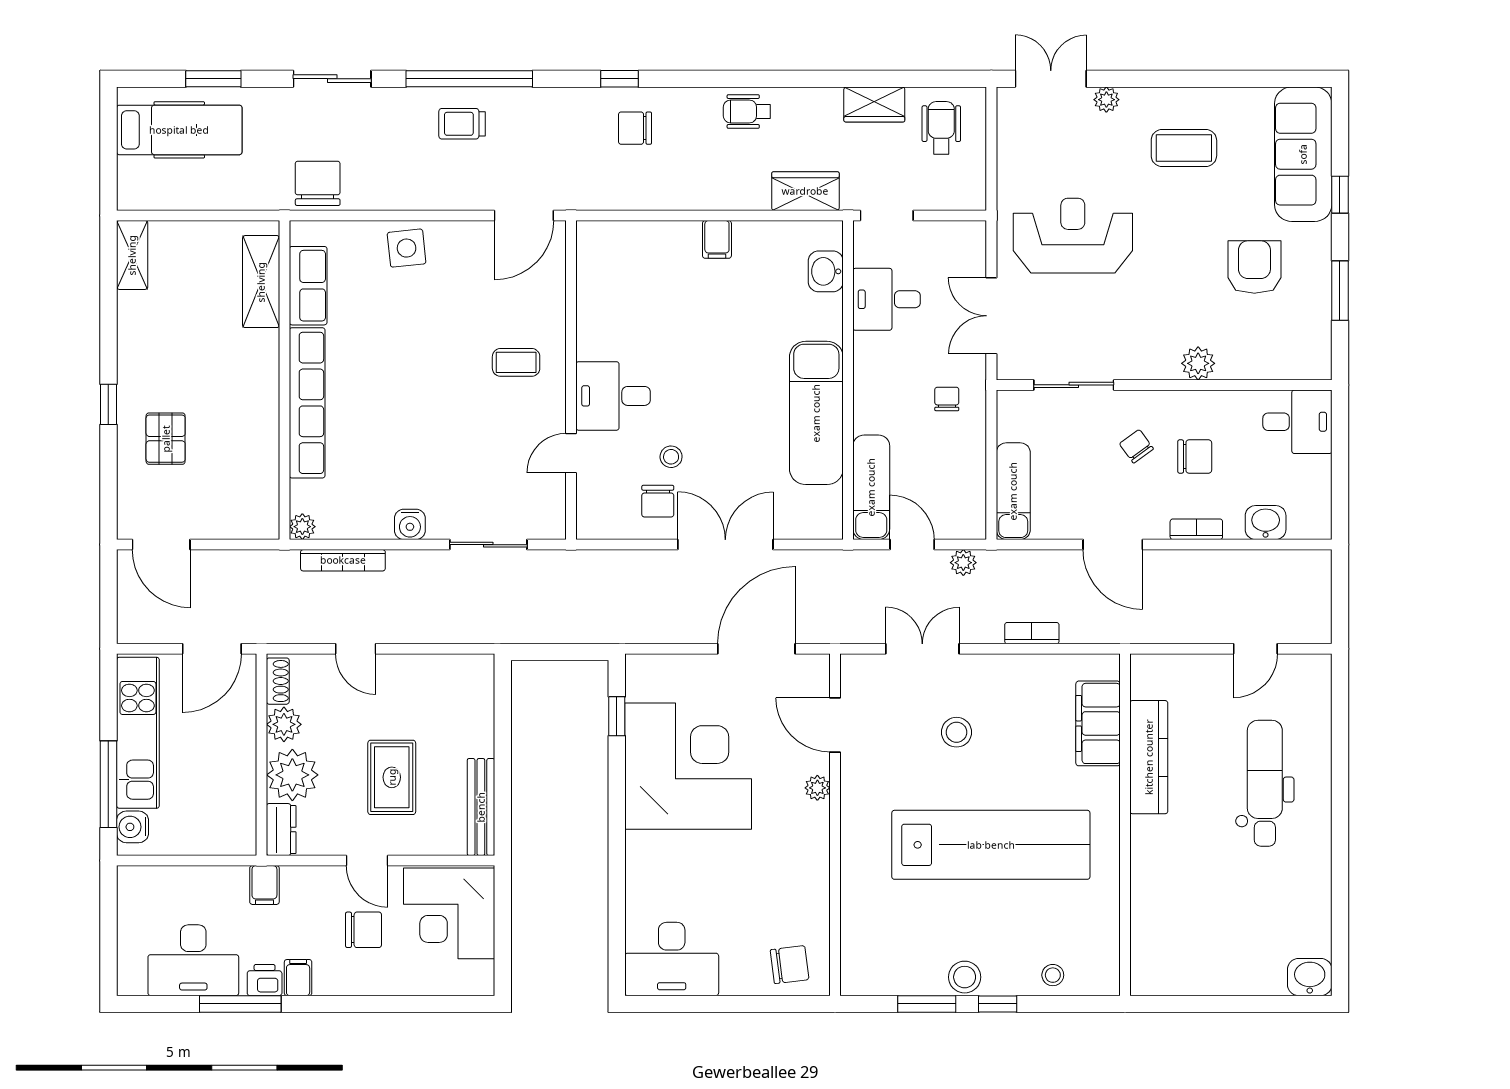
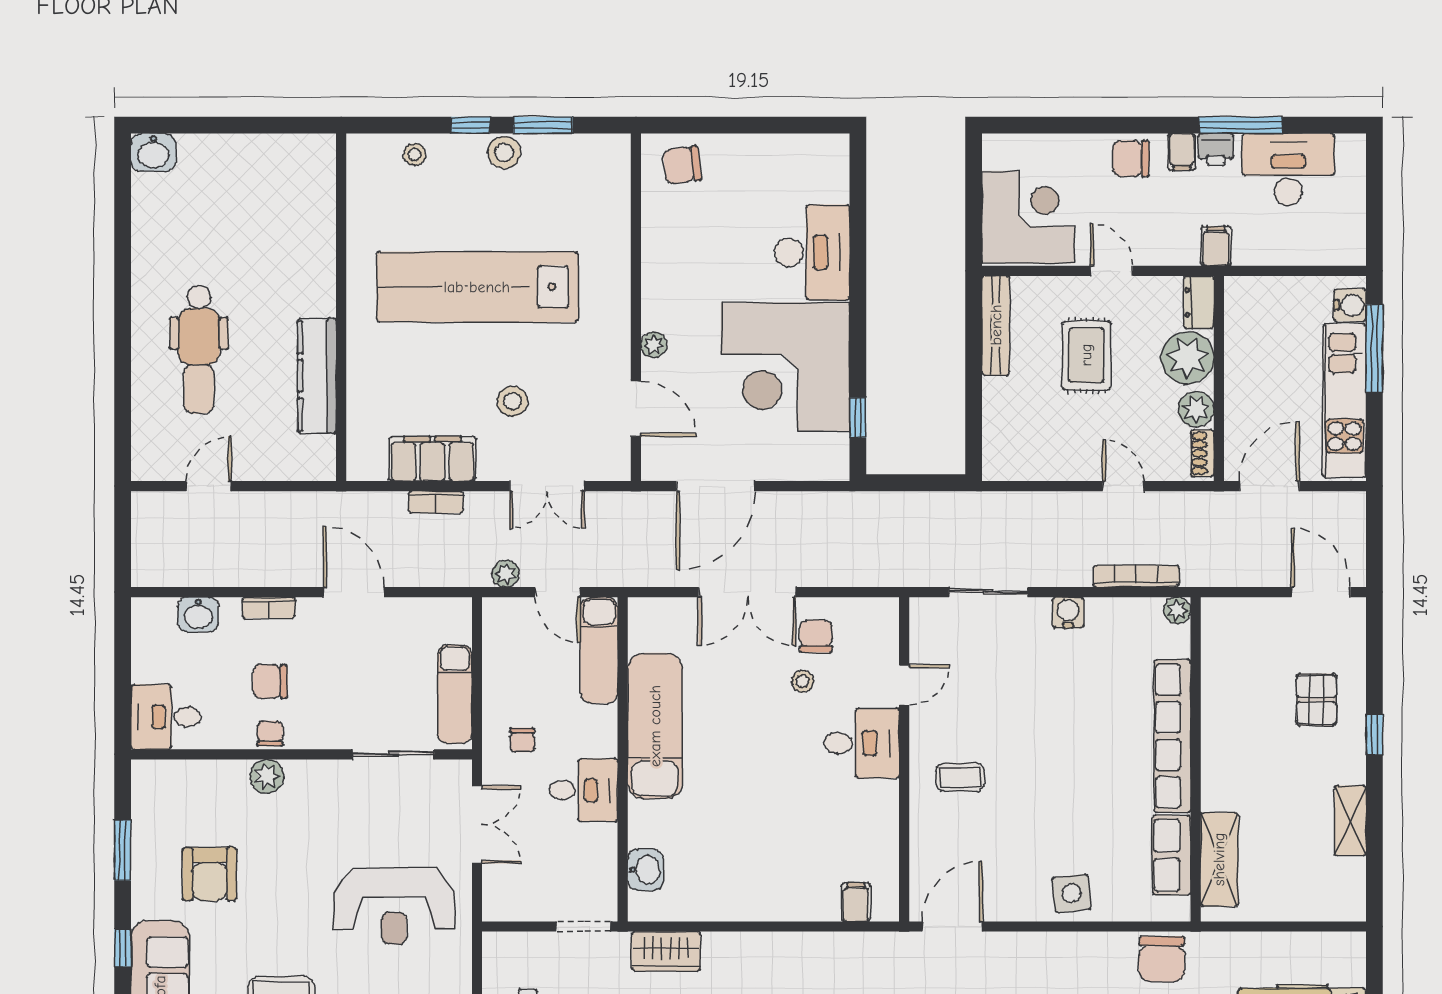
filing cabinet: (717, 239) -> (856, 902), moved
shelving: (132, 255) -> (1350, 821), moved
desk: (886, 299) -> (584, 790), moved
chair: (1136, 446) -> (270, 734), moved, turned -144
exam couch: (1013, 491) -> (455, 694), moved
filing cabinet: (1098, 723) -> (432, 459), moved, turned -90
chair: (364, 930) -> (1131, 159), moved
desk: (672, 959) -> (812, 252), moved, turned 90

